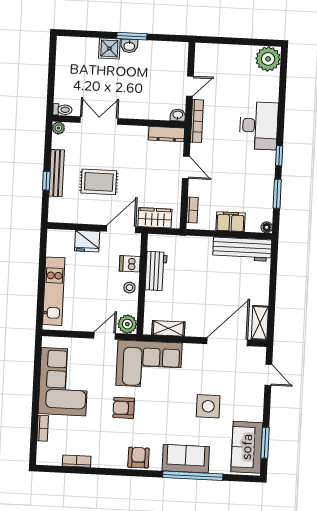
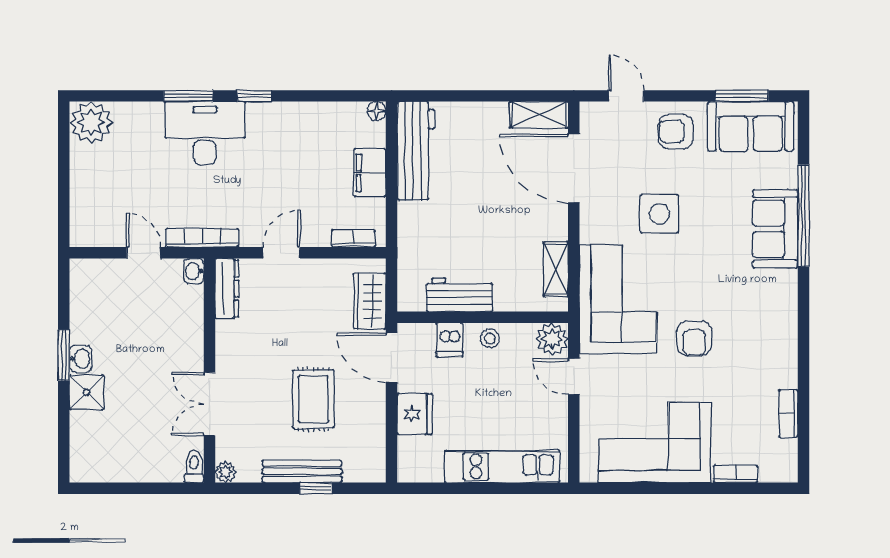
window: (277, 194) -> (188, 96), moved
door: (268, 375) -> (626, 96), hinge flipped
side table: (208, 406) -> (659, 214), moved
armchair: (138, 458) -> (676, 132), moved

